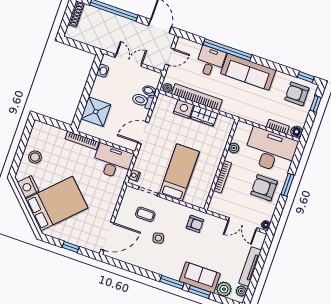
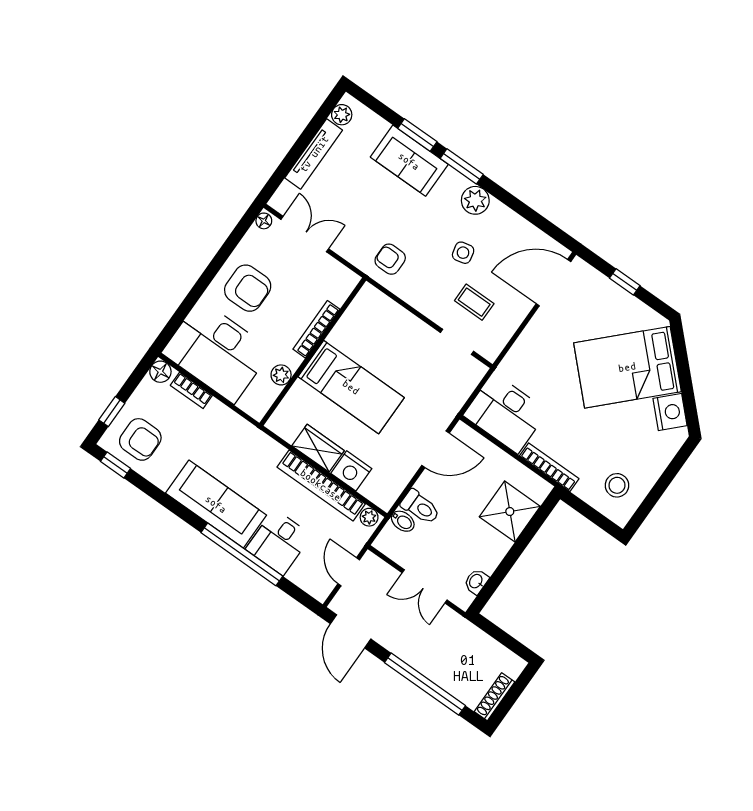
door: (170, 57) -> (349, 572), hinge flipped
stool: (35, 157) -> (617, 485), moved
bed: (179, 173) -> (351, 387), moved, turned -90
nightstand: (135, 176) -> (473, 377), removed
window: (287, 185) -> (204, 281), removed
plant: (224, 289) -> (475, 200), moved

